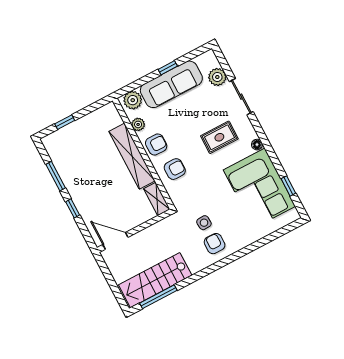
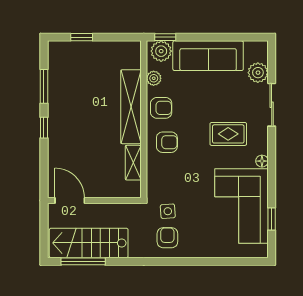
window: (168, 68) -> (165, 37), moved
wall: (135, 231) -> (94, 200), moved
door: (115, 241) -> (70, 200), moved

